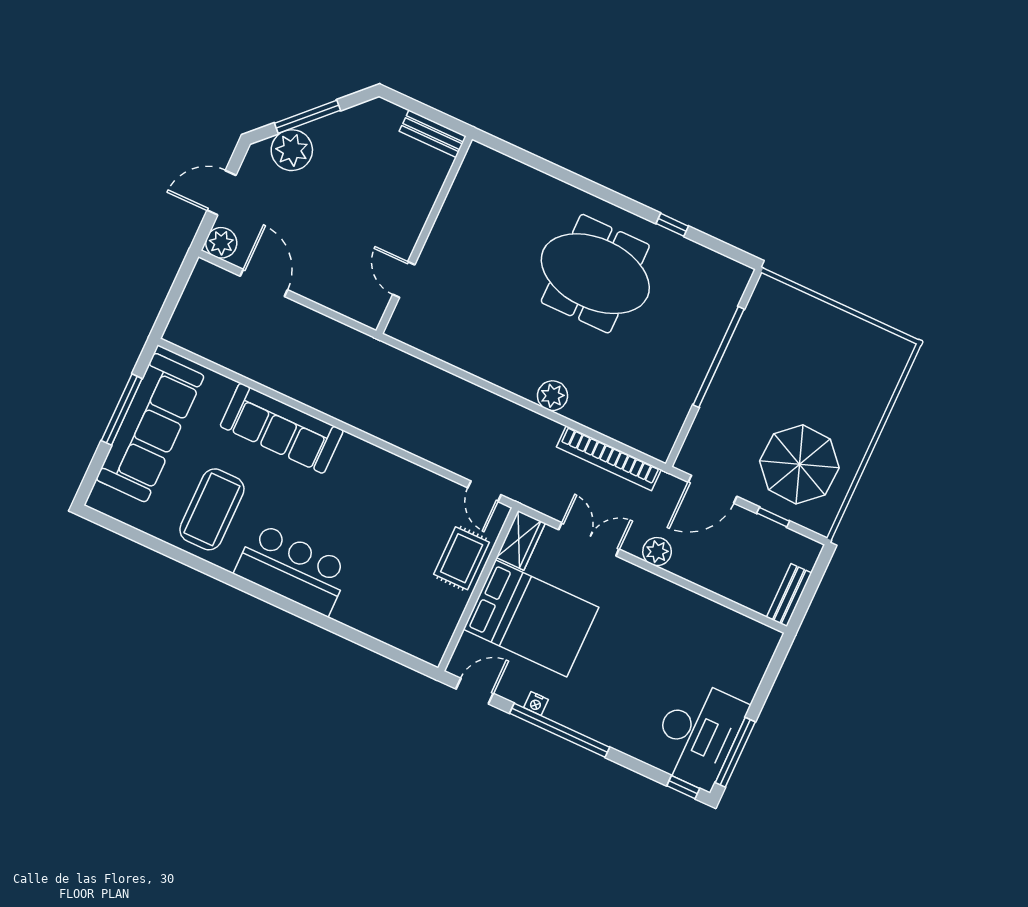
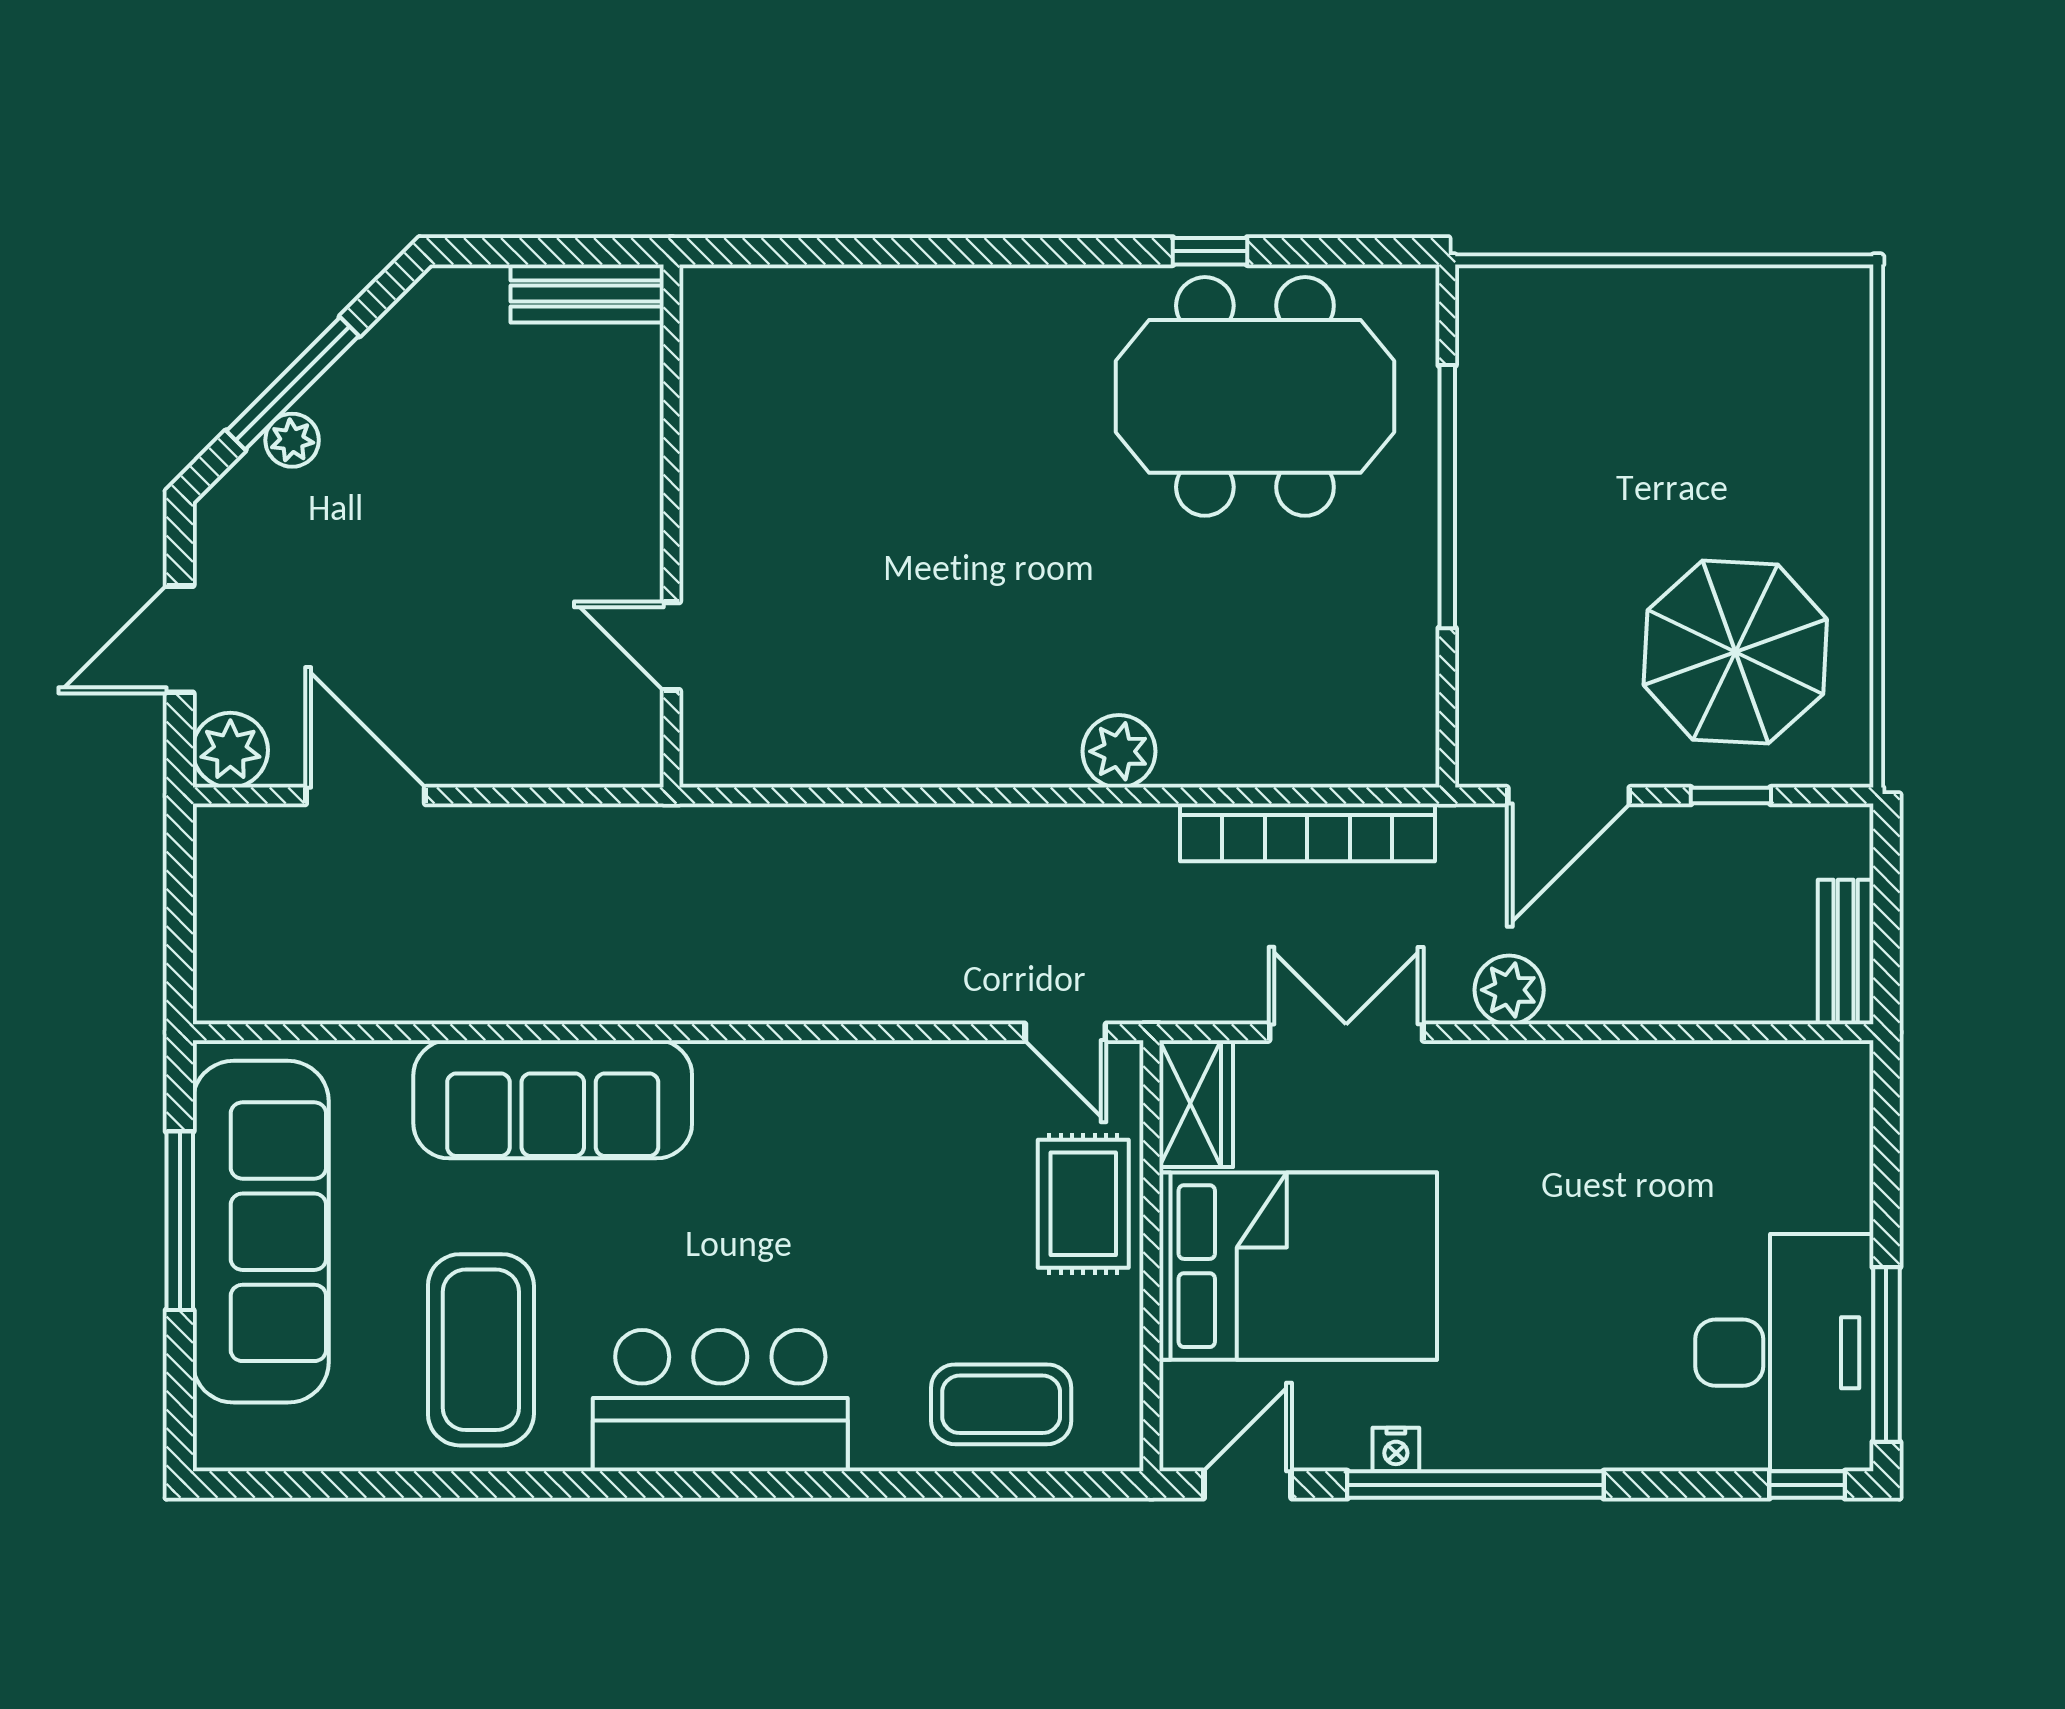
plant: (292, 150) -> (292, 440), width x0.53, depth x0.53
meeting table: (595, 274) -> (1255, 396), moved
coffee table: (397, 619) -> (1001, 1404), added

